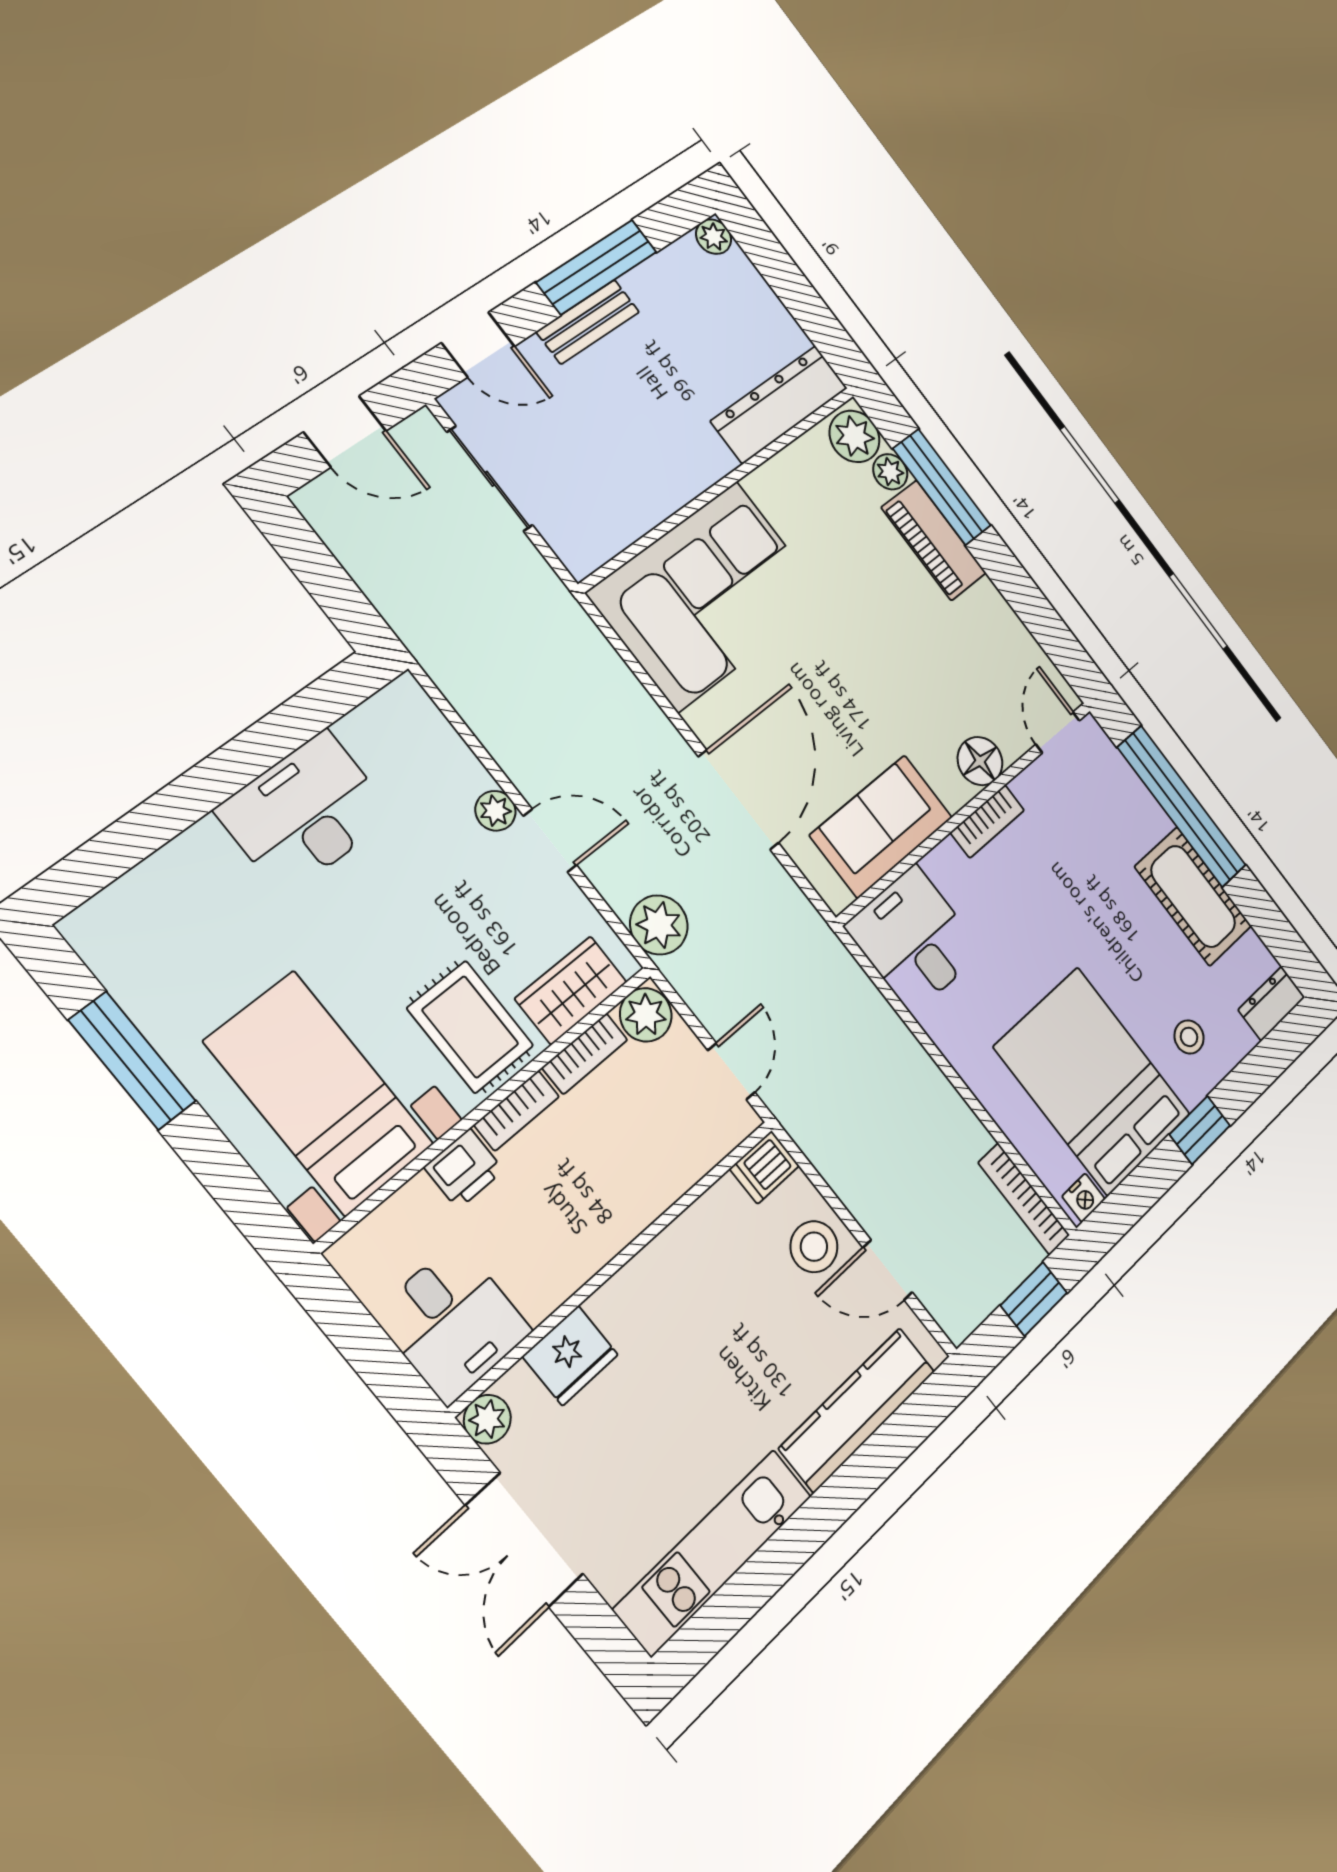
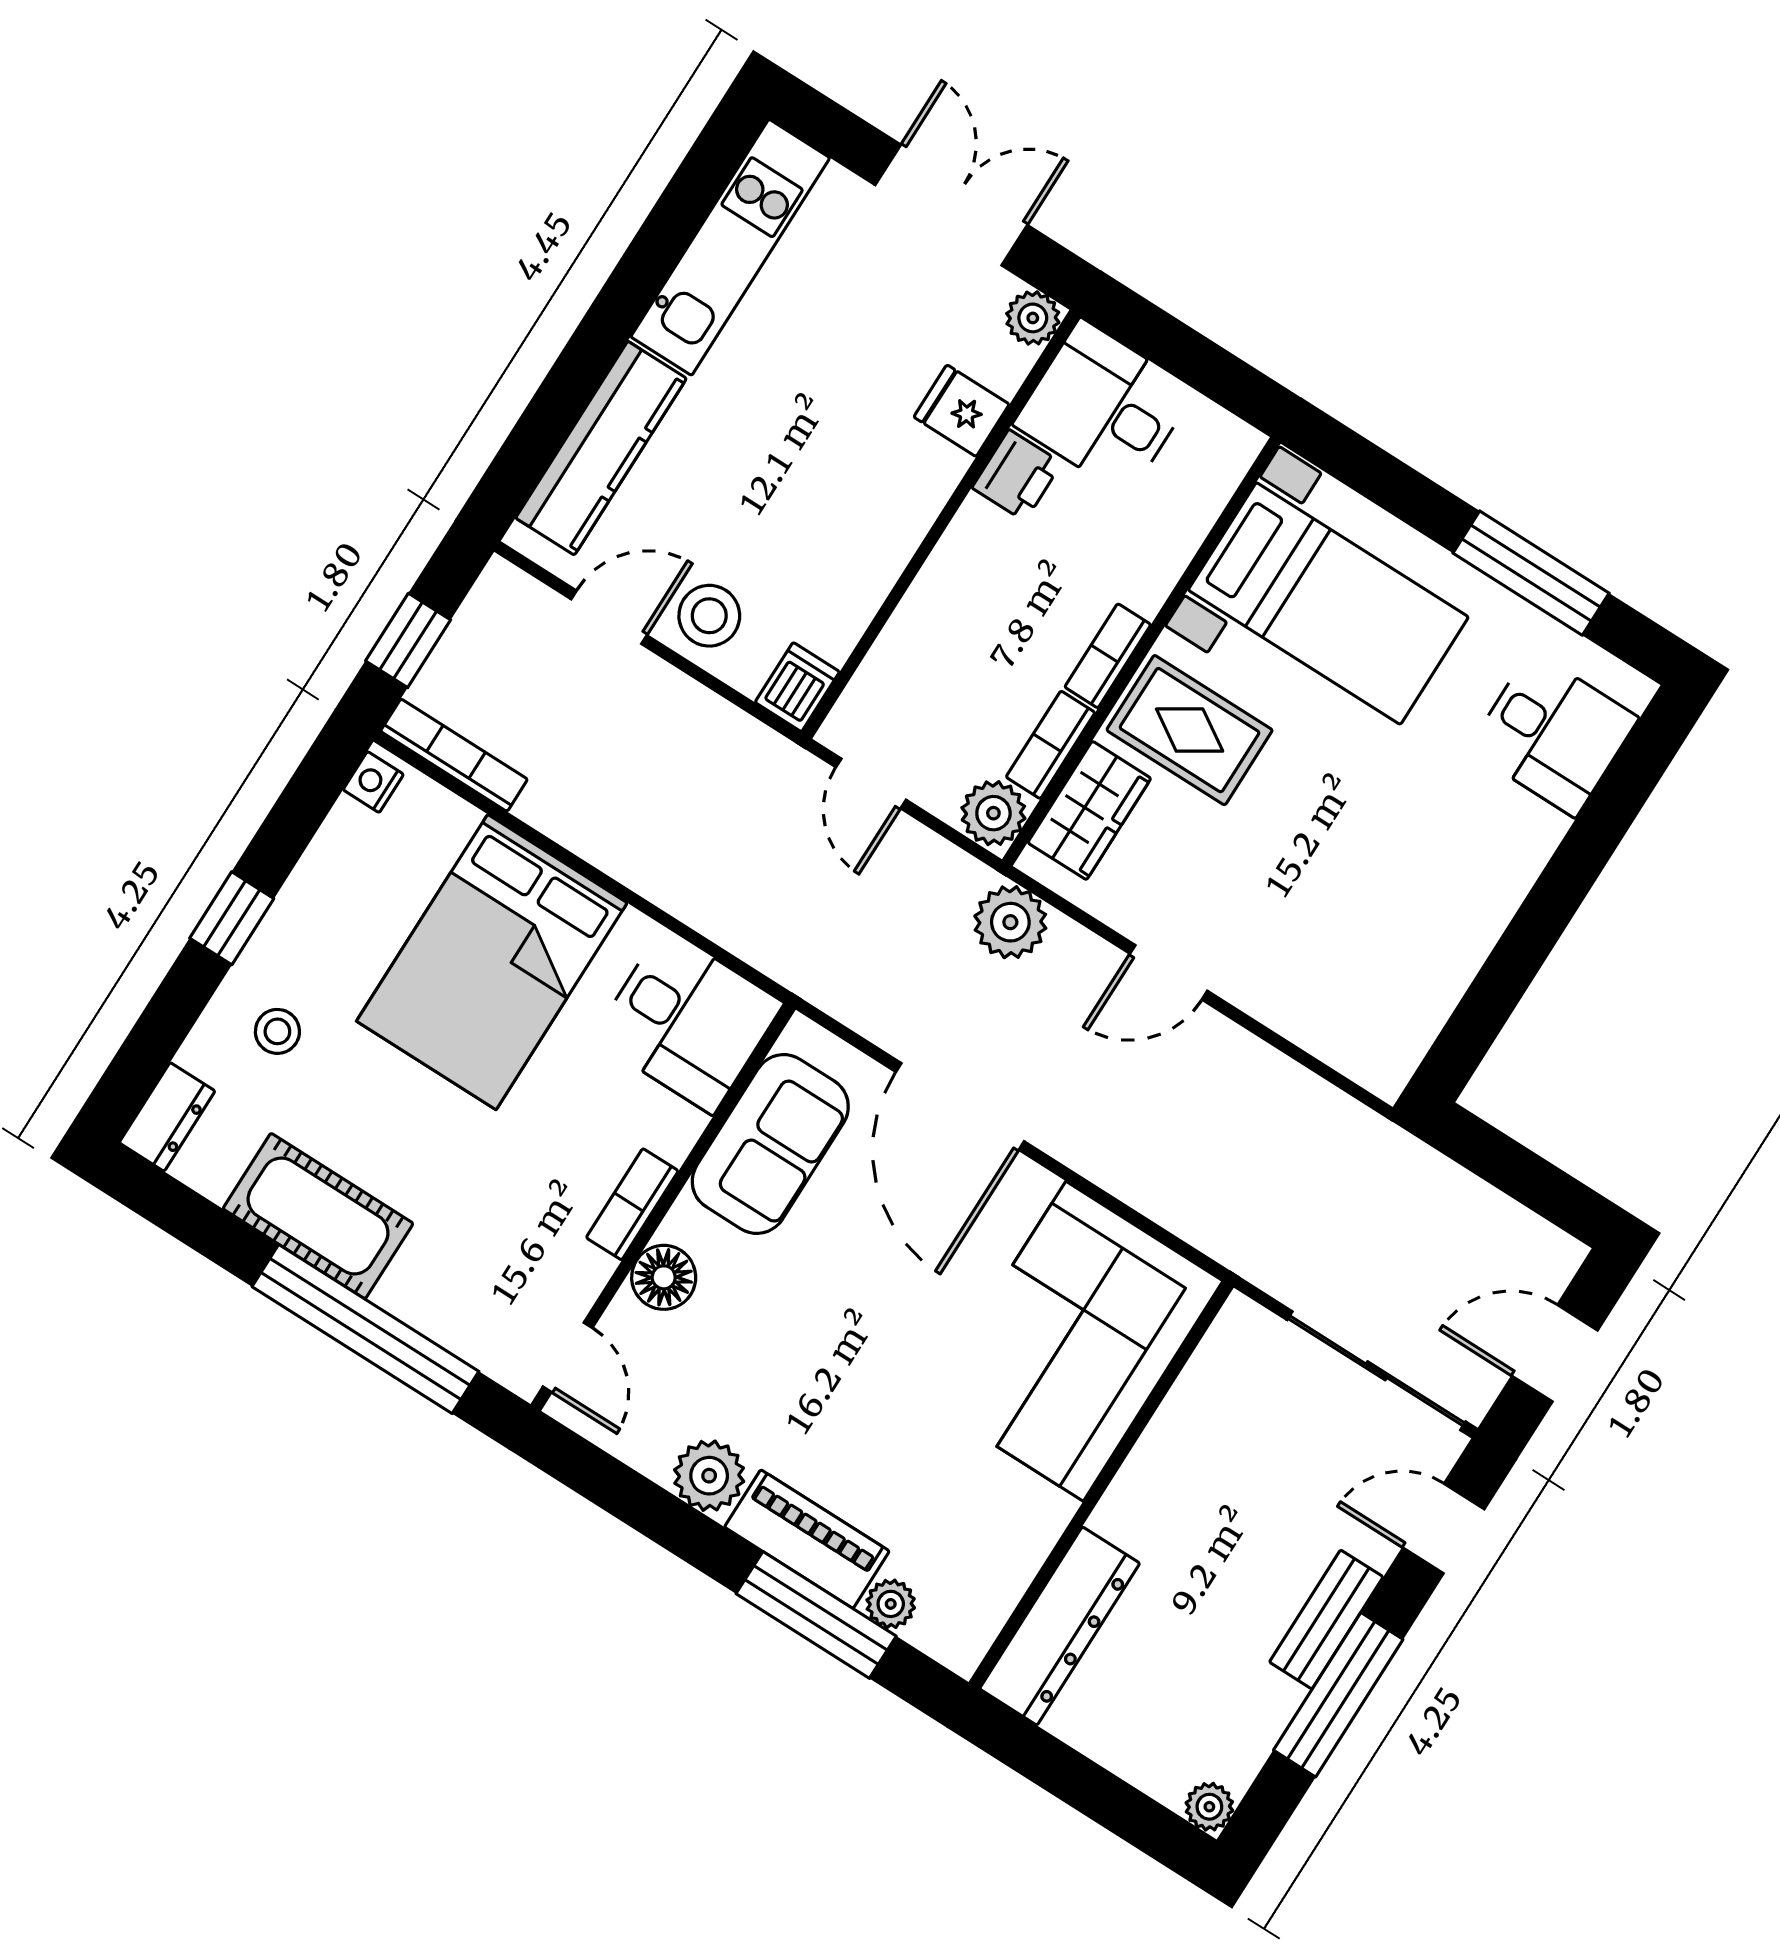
plant: (854, 436) -> (709, 1476), moved
sliding door: (490, 479) -> (1376, 1371), width x1.37
plant: (495, 811) -> (1241, 983), removed
desk: (305, 813) -> (1553, 734), moved, width x0.73
bed: (1093, 1081) -> (492, 962), moved, turned 90
printer: (464, 1169) -> (1017, 475), moved, turned 180
fridge: (570, 1356) -> (962, 411), width x0.72

